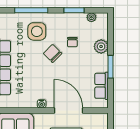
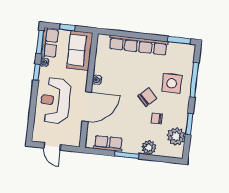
plant: (91, 17) -> (176, 136), width x1.87, depth x1.87

